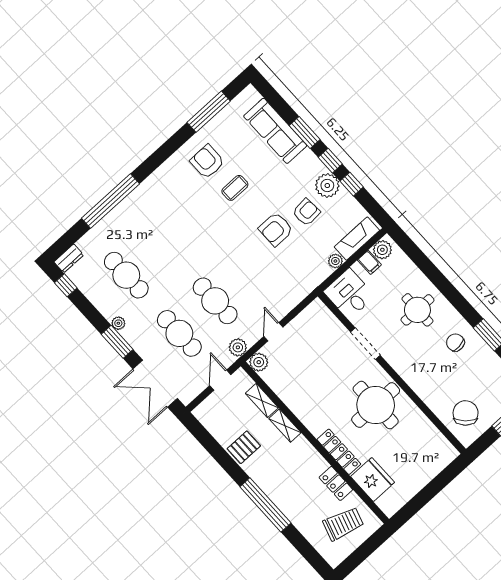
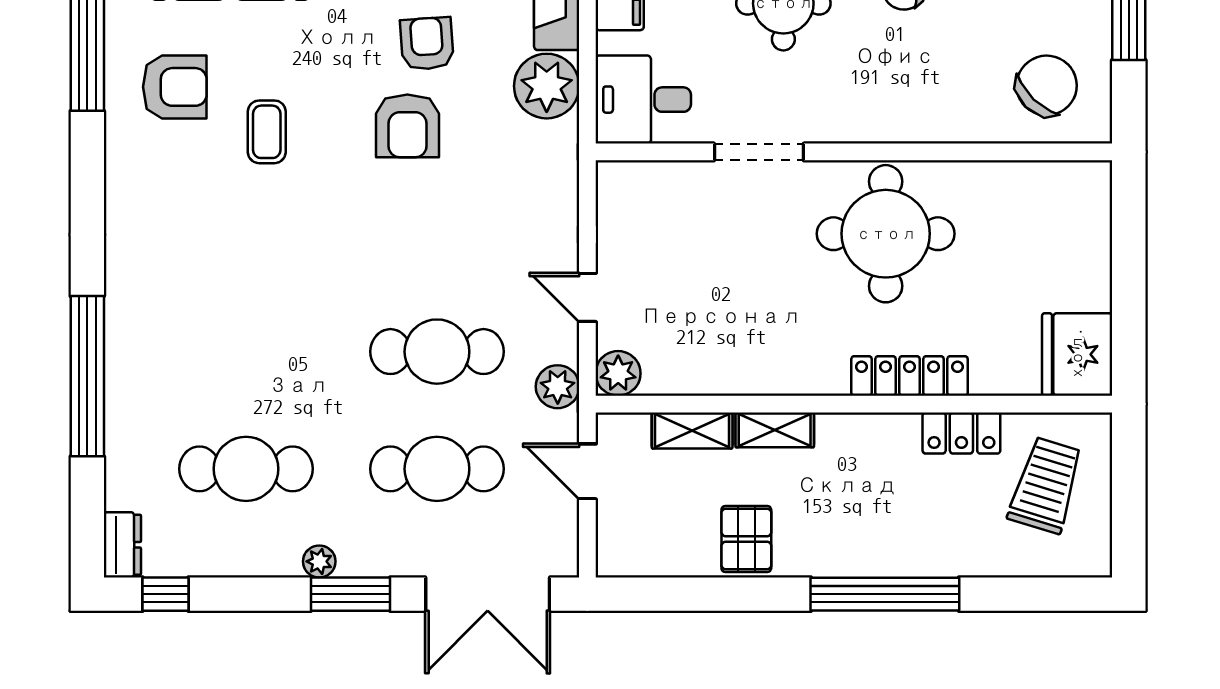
armchair: (207, 162) -> (175, 87), moved, turned 180
plant: (335, 261) -> (547, 86), width x1.88, depth x1.88
chair: (466, 413) -> (1047, 85), turned 91
fridge: (373, 480) -> (1077, 354), moved, turned -90

